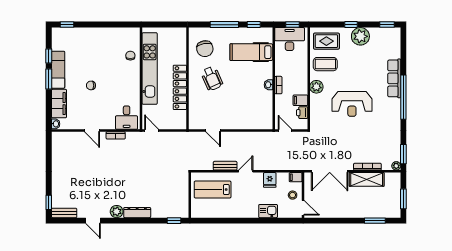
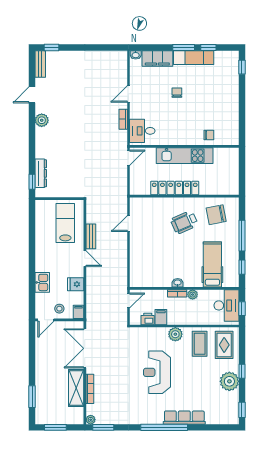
kitchen unit: (150, 68) -> (185, 156), width x0.73
plant: (279, 71) -> (193, 295), added
dresser: (137, 213) -> (41, 173), moved

